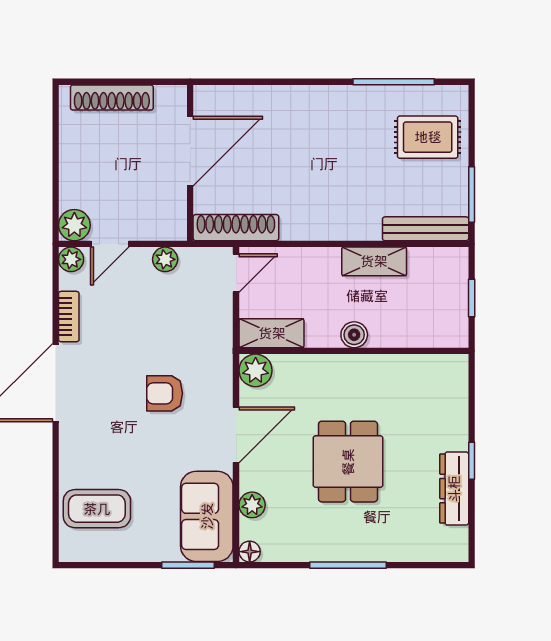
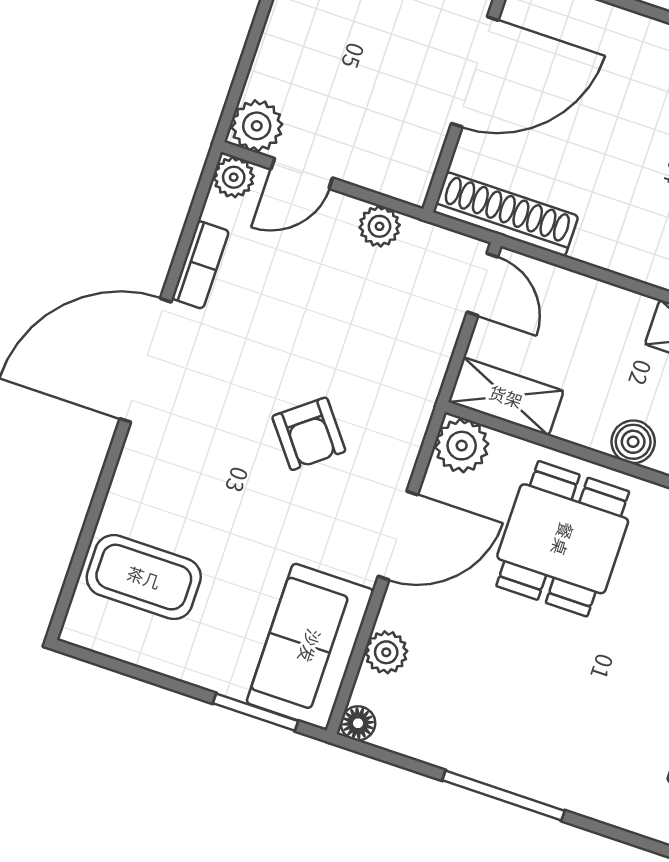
door: (236, 273) -> (482, 285), hinge flipped
armchair: (165, 393) -> (309, 434), turned -128
dining table: (348, 462) -> (563, 539), moved

